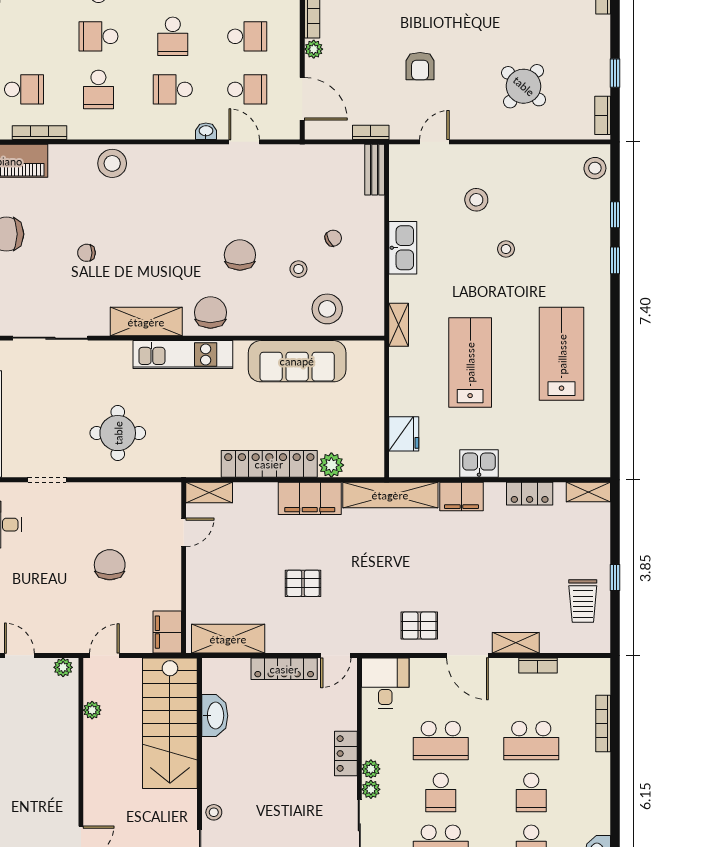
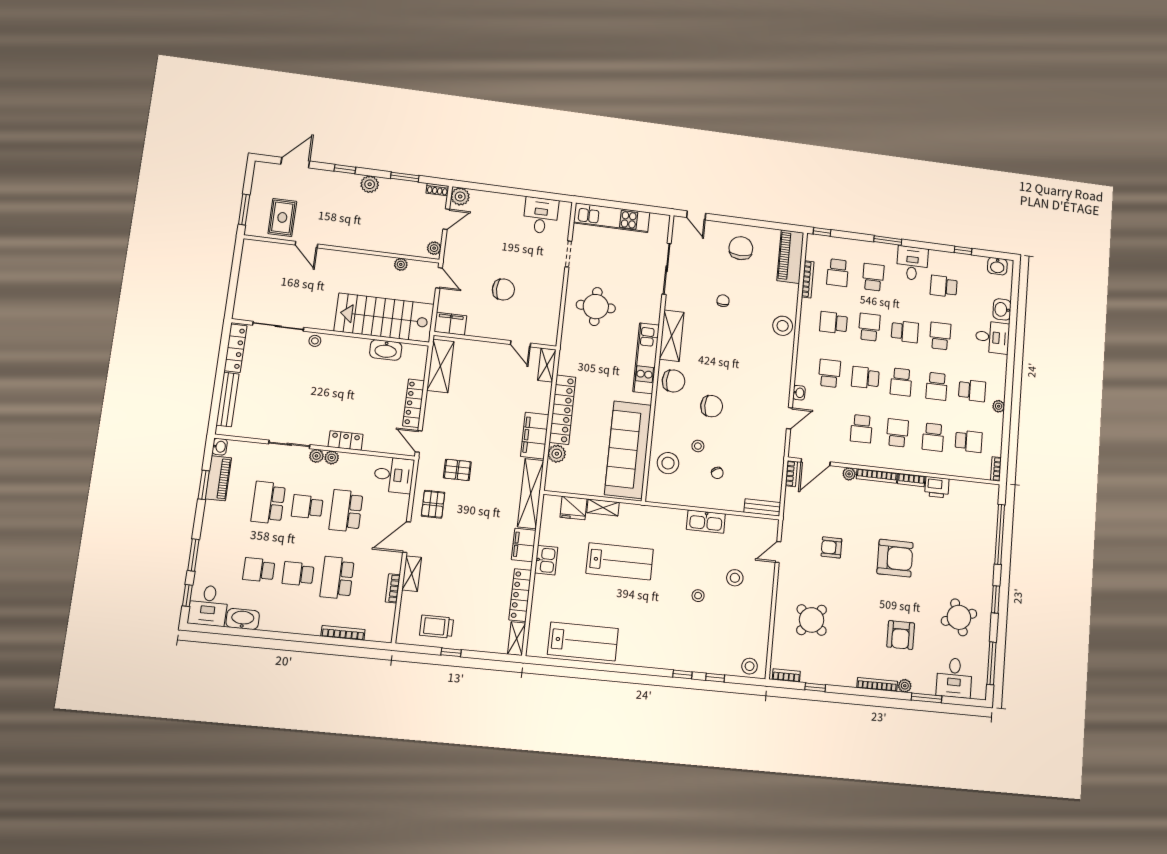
school desk: (247, 89) -> (873, 277), moved, turned 180
bookcase: (371, 132) -> (791, 474), moved
door: (434, 142) -> (778, 552), swing flipped
shelving: (399, 325) -> (603, 507), moved
lab bench: (562, 354) -> (583, 641), moved
sofa: (297, 361) -> (628, 450), width x1.36, depth x1.27
locker: (530, 494) -> (520, 595), width x1.53
pallet: (303, 583) -> (457, 470), moved, turned 90

